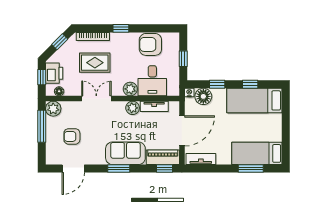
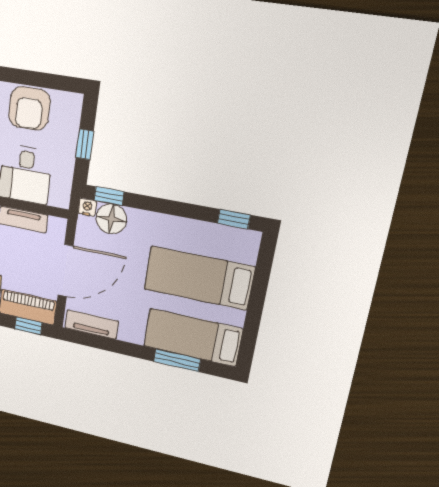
armchair: (150, 44) -> (29, 108), turned -90
window: (217, 84) -> (109, 196), moved
window: (250, 84) -> (234, 219), moved
bed: (254, 100) -> (199, 278), moved

